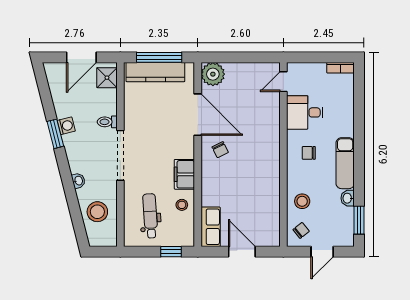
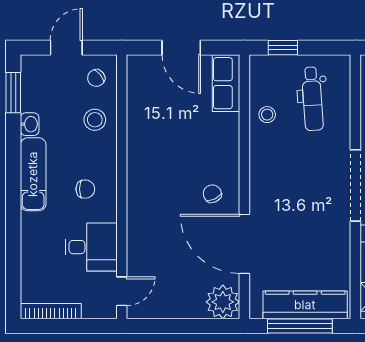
bookcase: (341, 68) -> (51, 311), width x1.56
filing cabinet: (184, 174) -> (264, 158), removed

